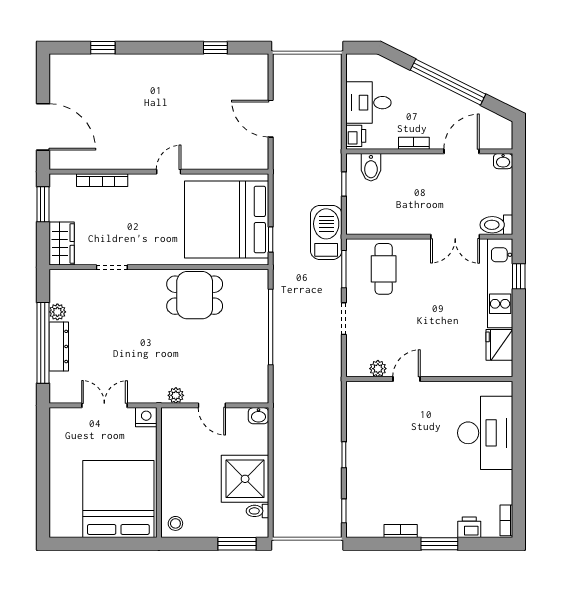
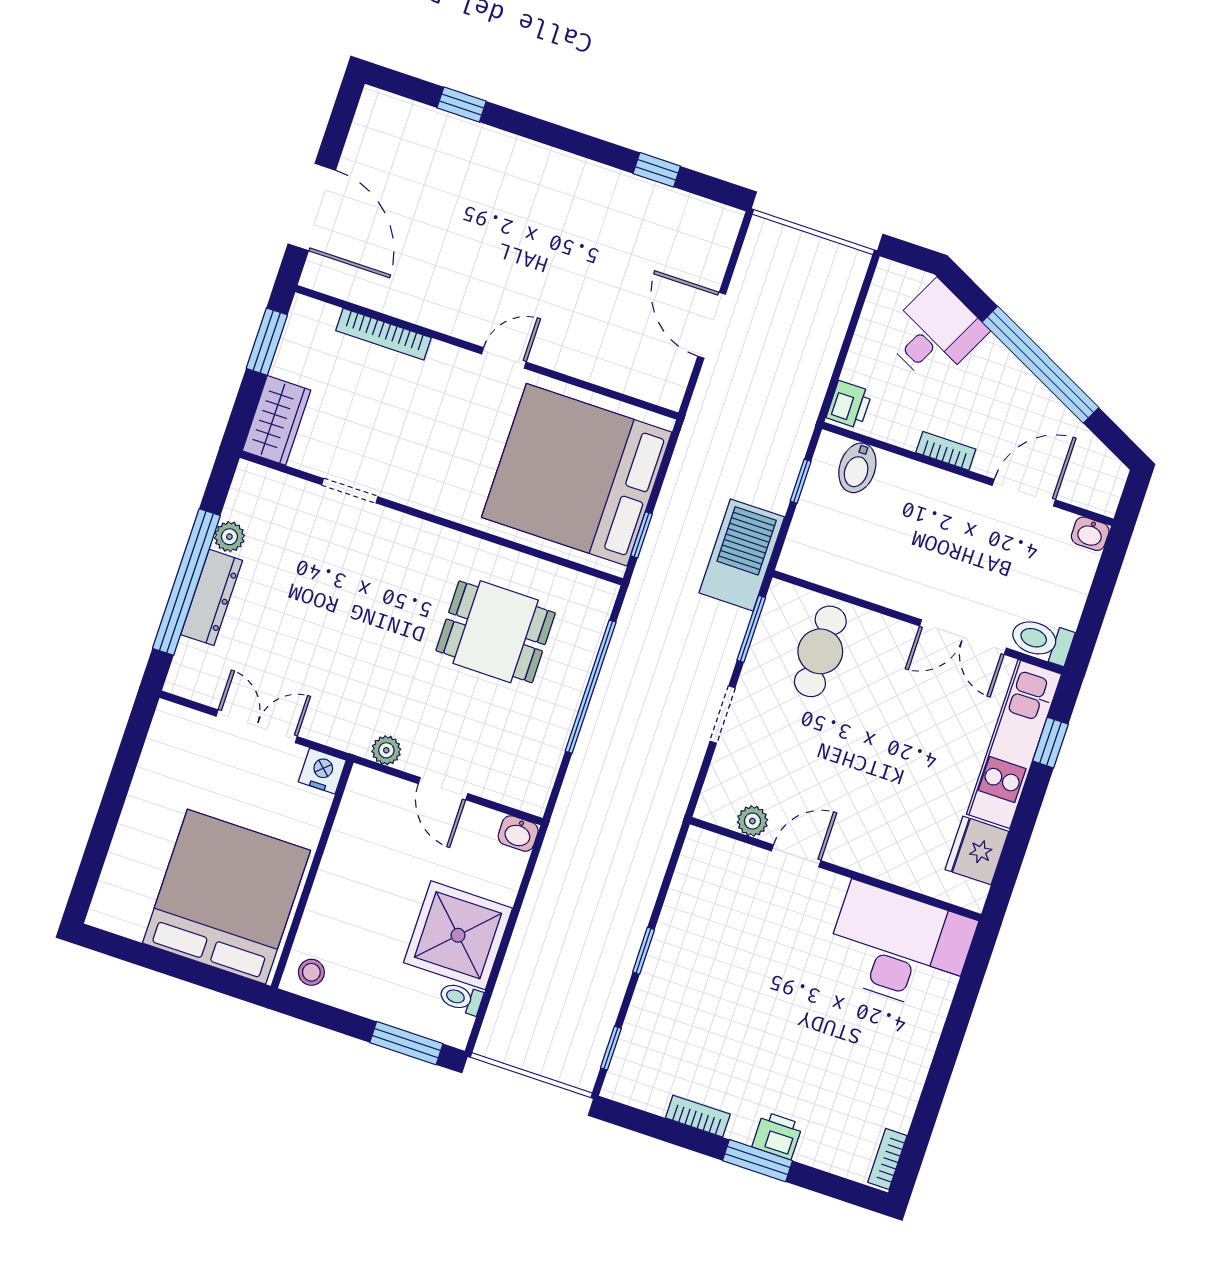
desk: (368, 103) -> (935, 333), moved, turned 117
dining table: (195, 295) -> (496, 632), moved
desk: (485, 433) -> (899, 947), moved, turned -90
printer: (469, 527) -> (777, 1136), moved

